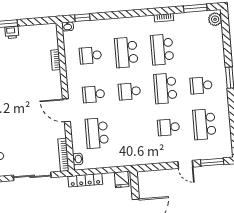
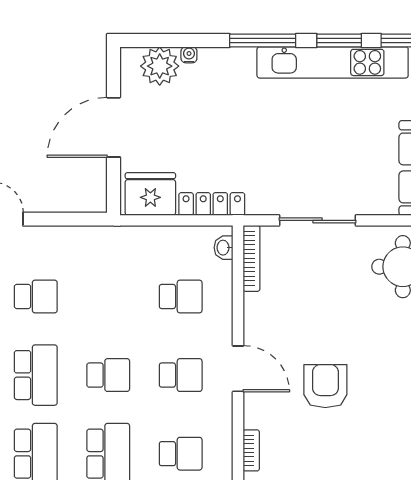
armchair: (22, 95) -> (325, 386), added
door: (66, 110) -> (238, 369), moved
school desk: (97, 133) -> (181, 296), width x0.54
fridge: (122, 179) -> (150, 194), width x1.88, depth x1.34

